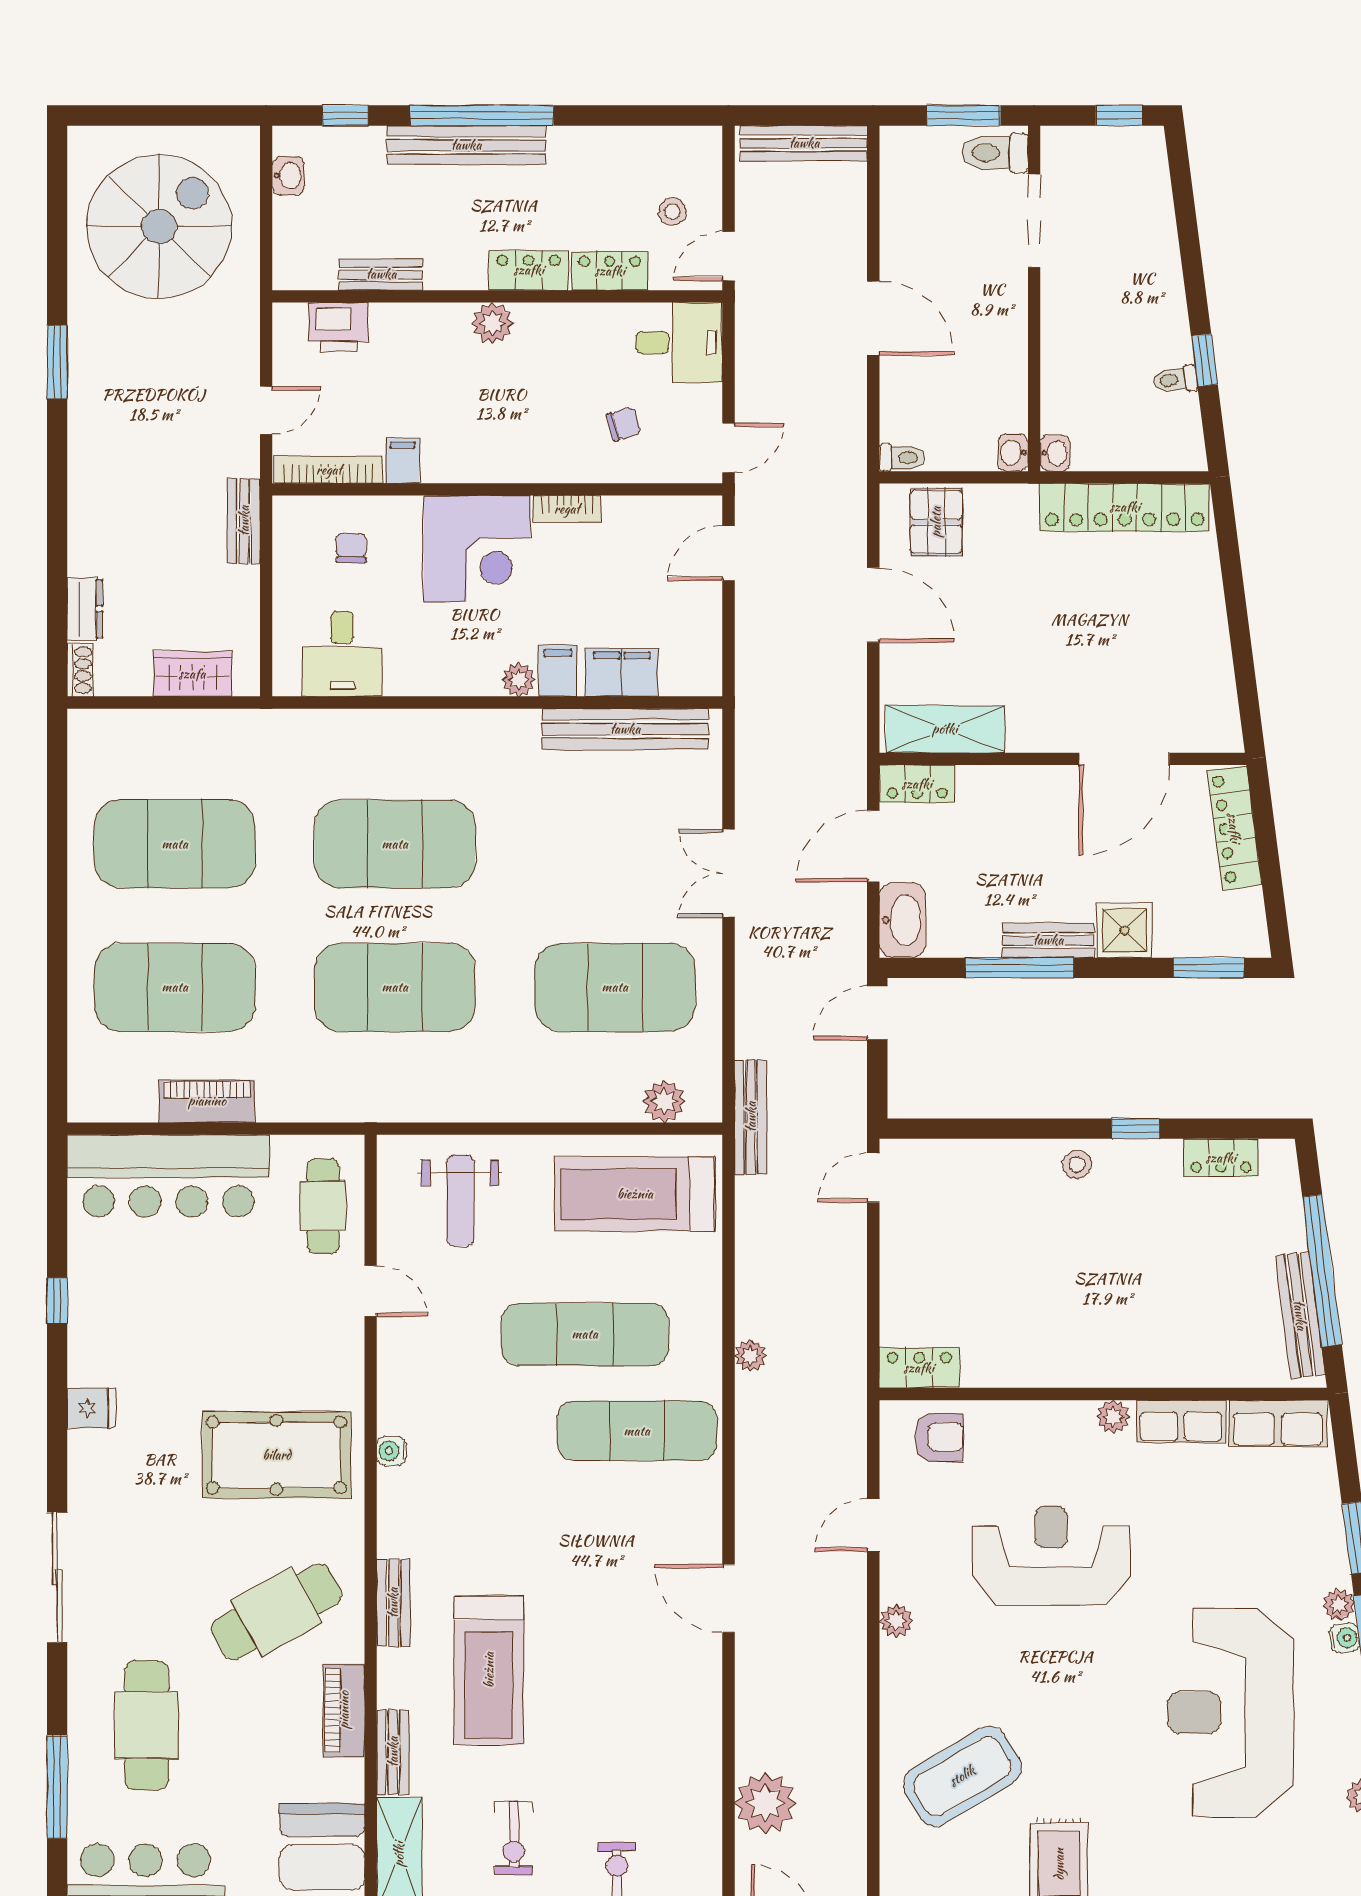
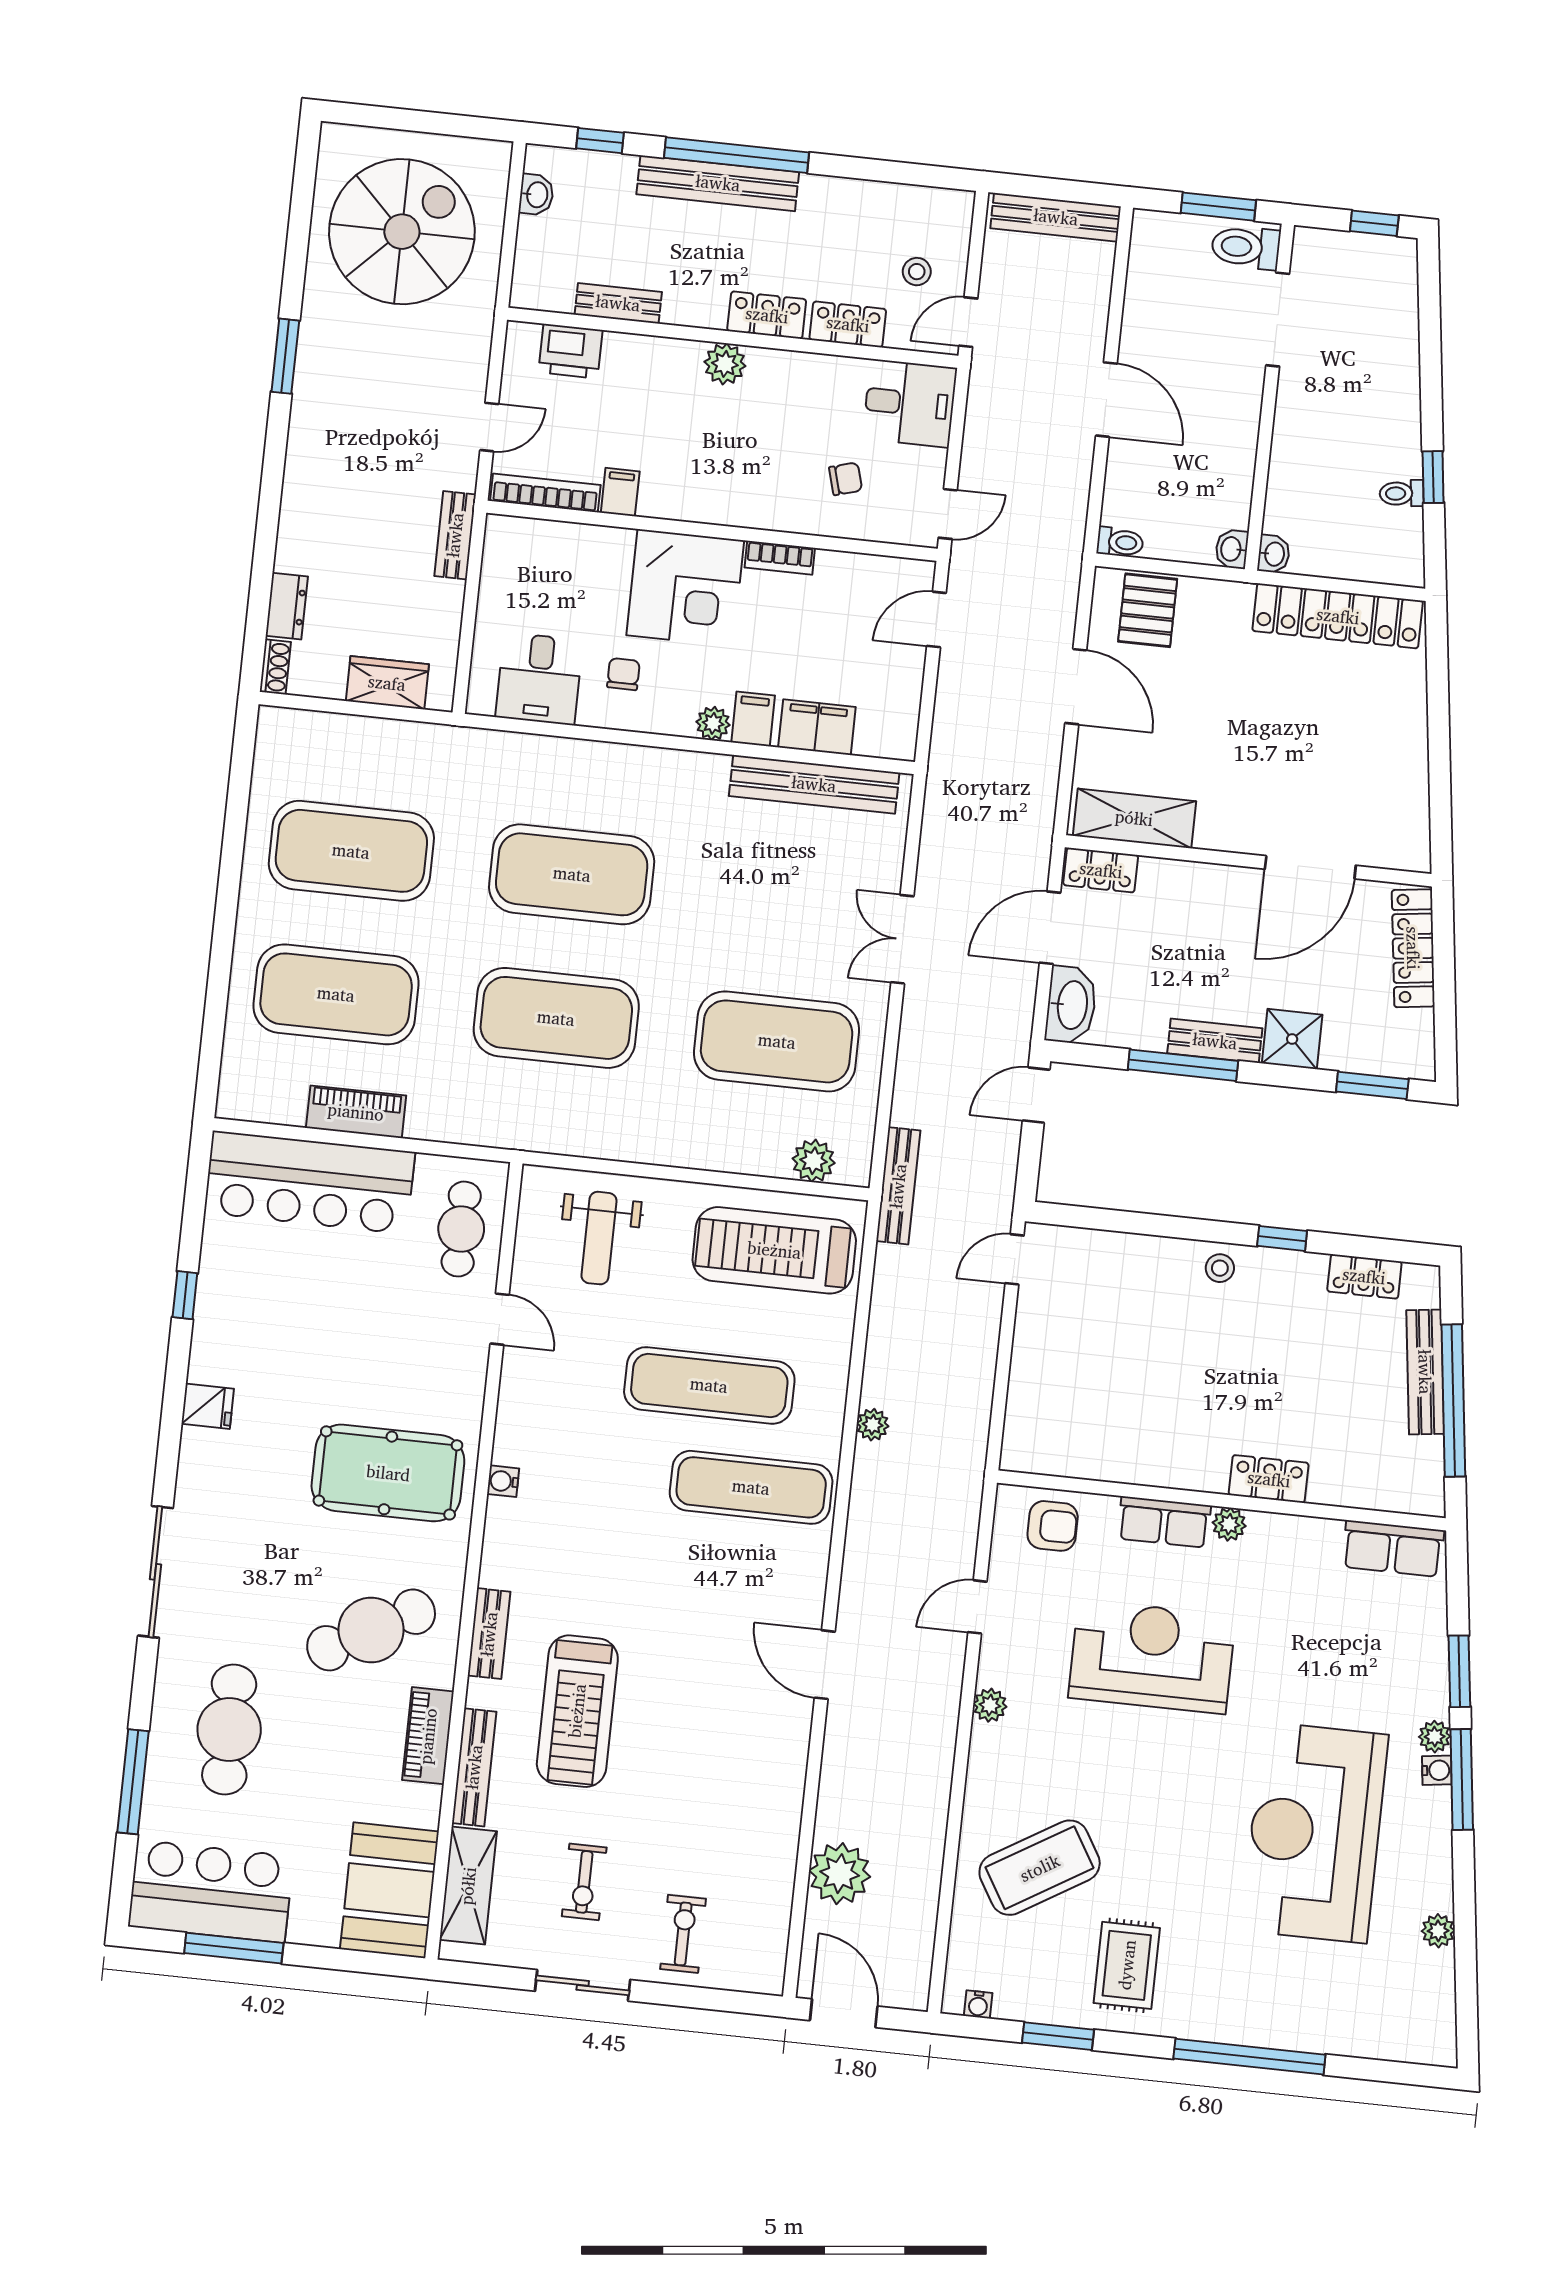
chair: (351, 548) -> (623, 674), moved
bench: (1300, 1315) -> (1425, 1372), moved
locker: (919, 1368) -> (1269, 1479), moved
row of seats: (1181, 1421) -> (1164, 1522), moved
bench: (393, 1752) -> (474, 1767), width x1.36

